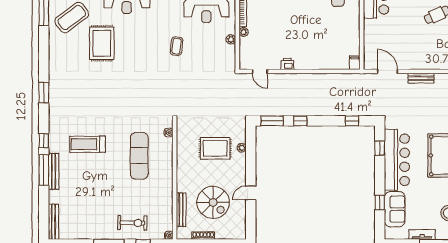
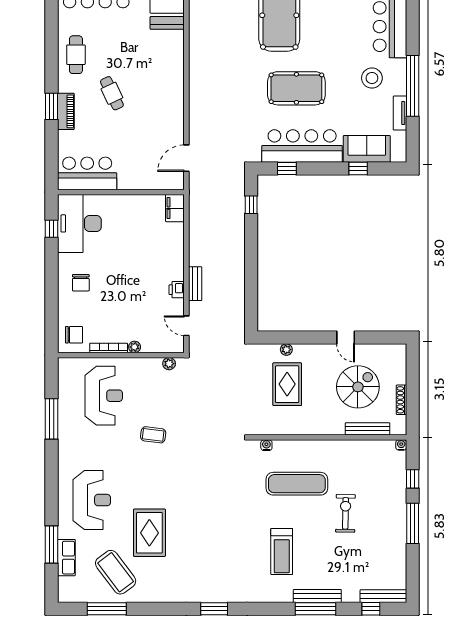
plant: (231, 39) -> (169, 364), moved
rug: (102, 43) -> (149, 533), turned 90
filing cabinet: (355, 63) -> (175, 208), width x2.00
door: (260, 71) -> (186, 326), swing flipped
bench: (421, 78) -> (195, 284), moved
window: (272, 121) -> (251, 310), removed
window: (300, 121) -> (251, 273), removed
window: (44, 141) -> (371, 609), moved
exercise bike: (132, 223) -> (345, 513), moved

